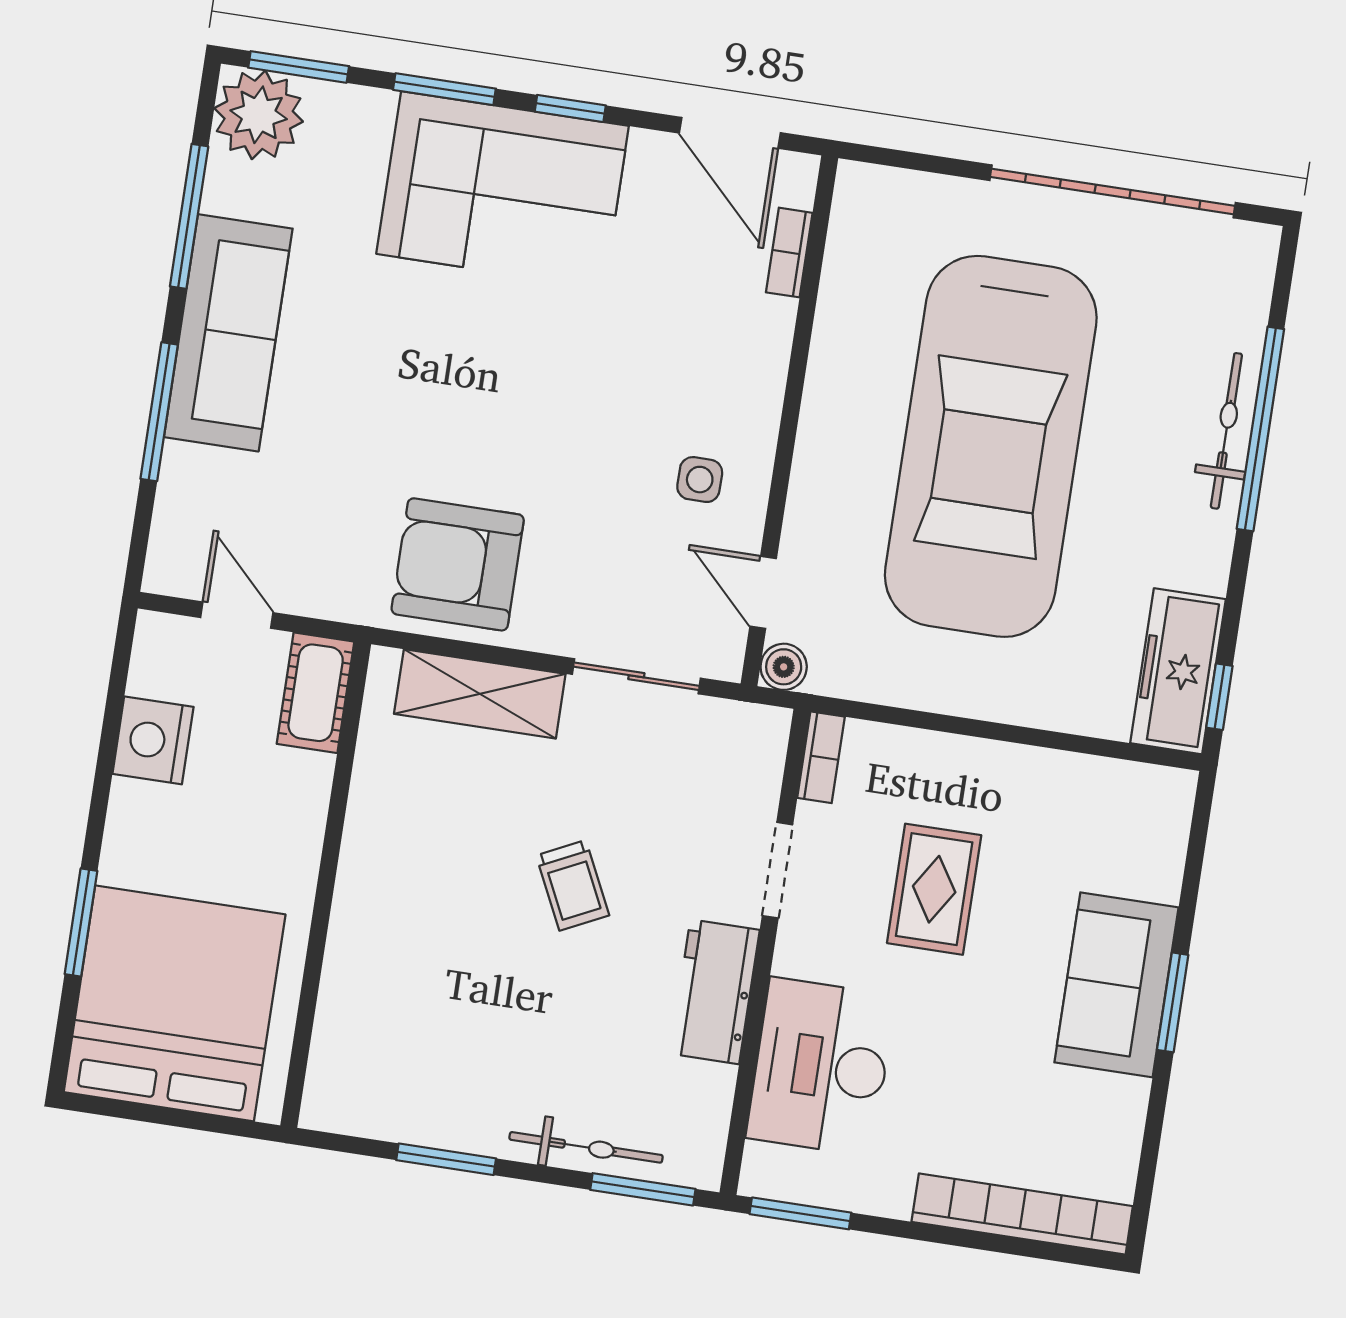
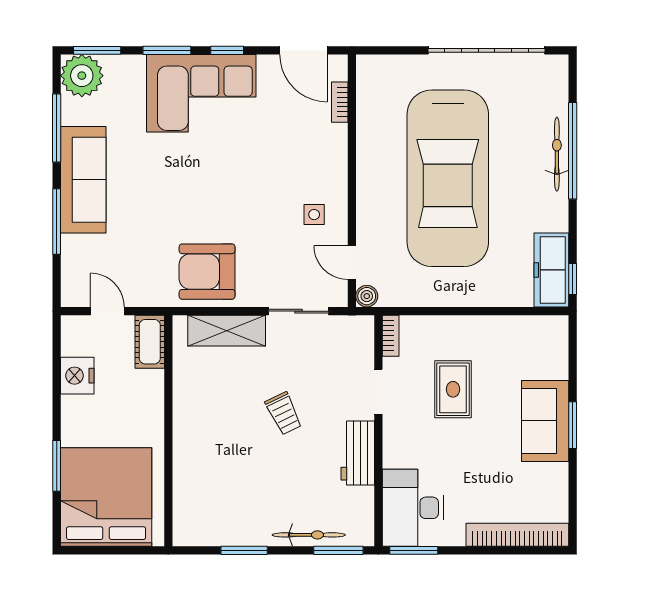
desk: (821, 1067) -> (413, 508), moved

